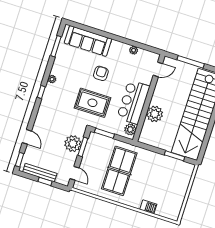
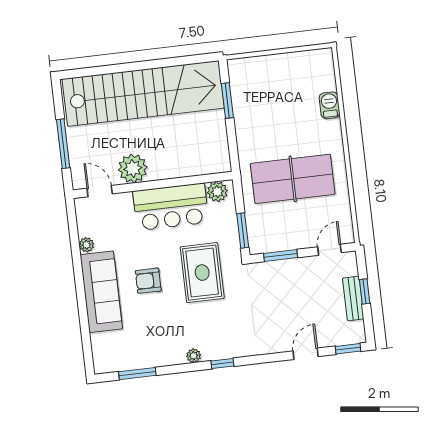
sofa: (88, 41) -> (101, 292), moved
plant: (155, 114) -> (133, 168), moved
plant: (73, 144) -> (283, 274), removed
bench: (40, 173) -> (353, 298), width x0.73

